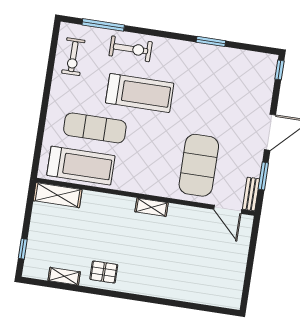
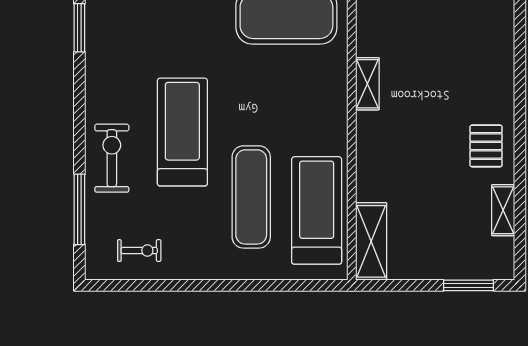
exercise bike: (73, 57) -> (139, 251), width x0.73, depth x0.72
window: (23, 249) -> (468, 285), width x1.50

